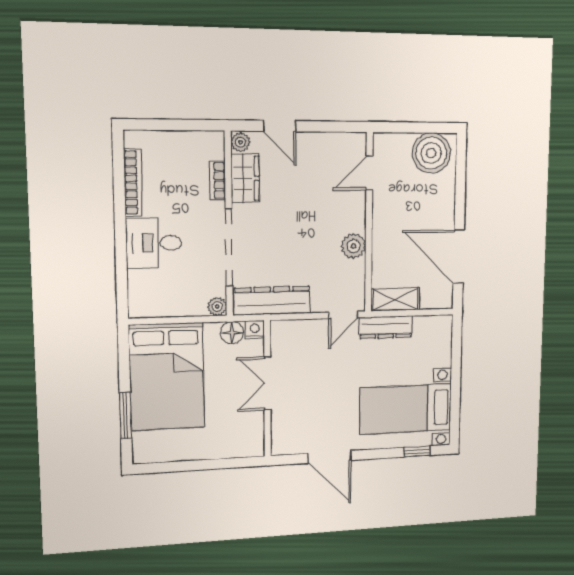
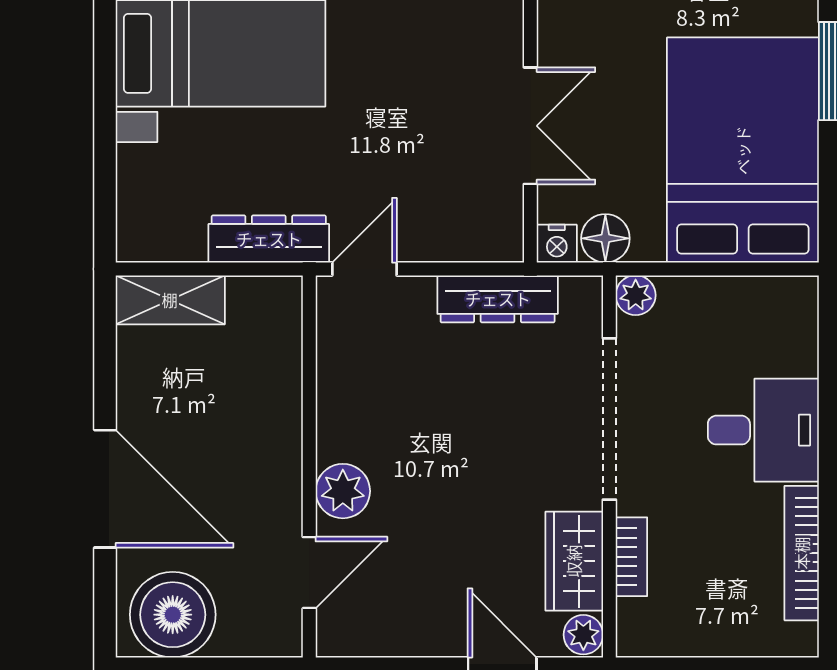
plant: (353, 246) -> (343, 491), moved
door: (459, 257) -> (105, 489), moved
shelving: (395, 299) -> (170, 300), moved
dresser: (272, 301) -> (498, 299), width x0.73, depth x0.80

